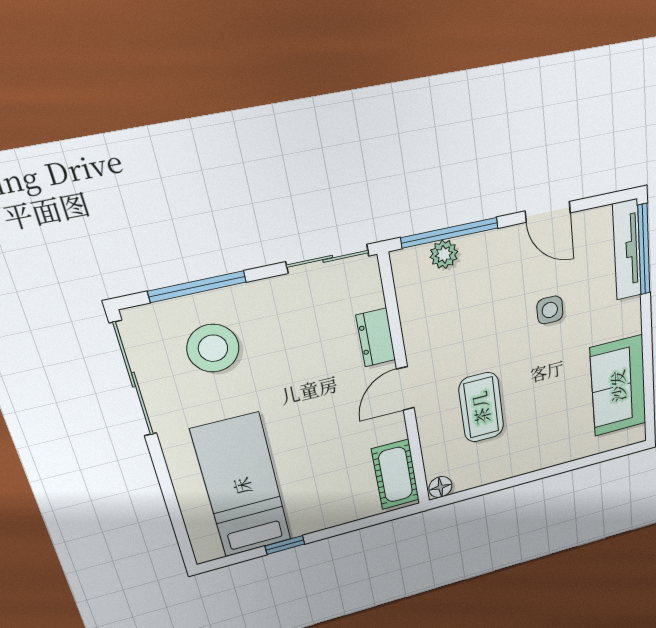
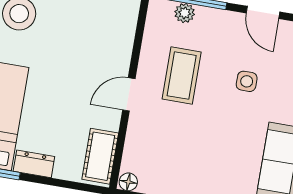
dresser: (376, 338) -> (34, 164), moved, turned 90
coffee table: (481, 408) -> (182, 76), moved

